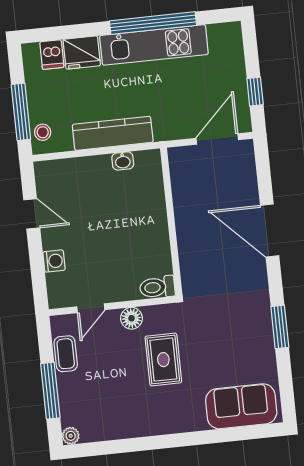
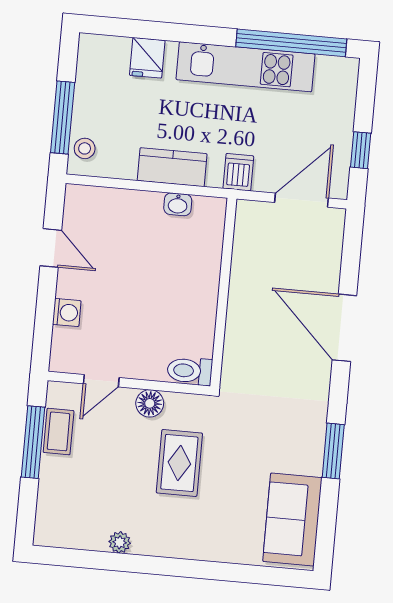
window: (153, 23) -> (291, 43), moved
fridge: (82, 53) -> (147, 58), width x0.72
dishwasher: (52, 55) -> (238, 172), moved, turned 180
kitchen counter: (113, 133) -> (172, 167), width x0.67
window: (50, 391) -> (33, 442), moved
sofa: (241, 406) -> (292, 519), moved, turned -90
plant: (71, 436) -> (120, 542), moved

